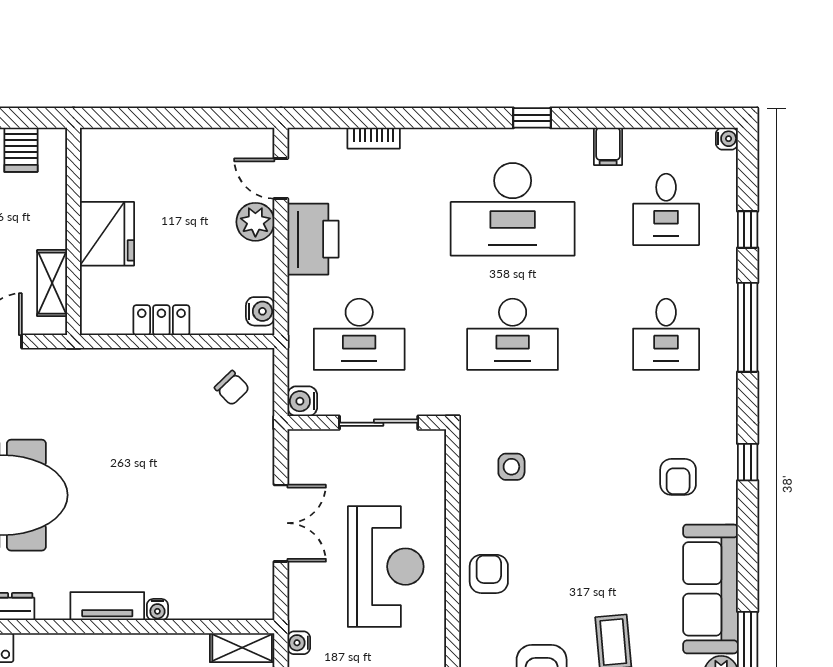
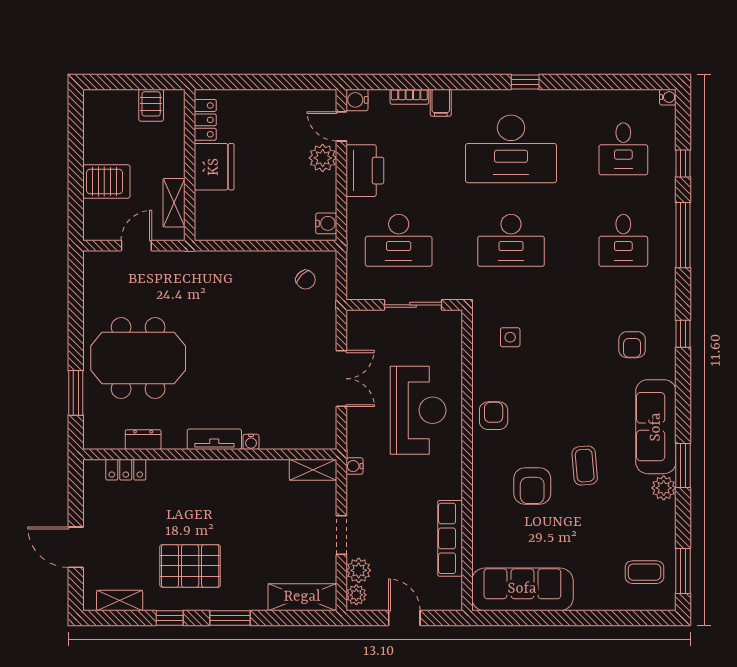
filing cabinet: (608, 146) -> (441, 103), moved
locker: (161, 320) -> (205, 120), moved, turned 90
water cooler: (302, 401) -> (357, 100), moved

